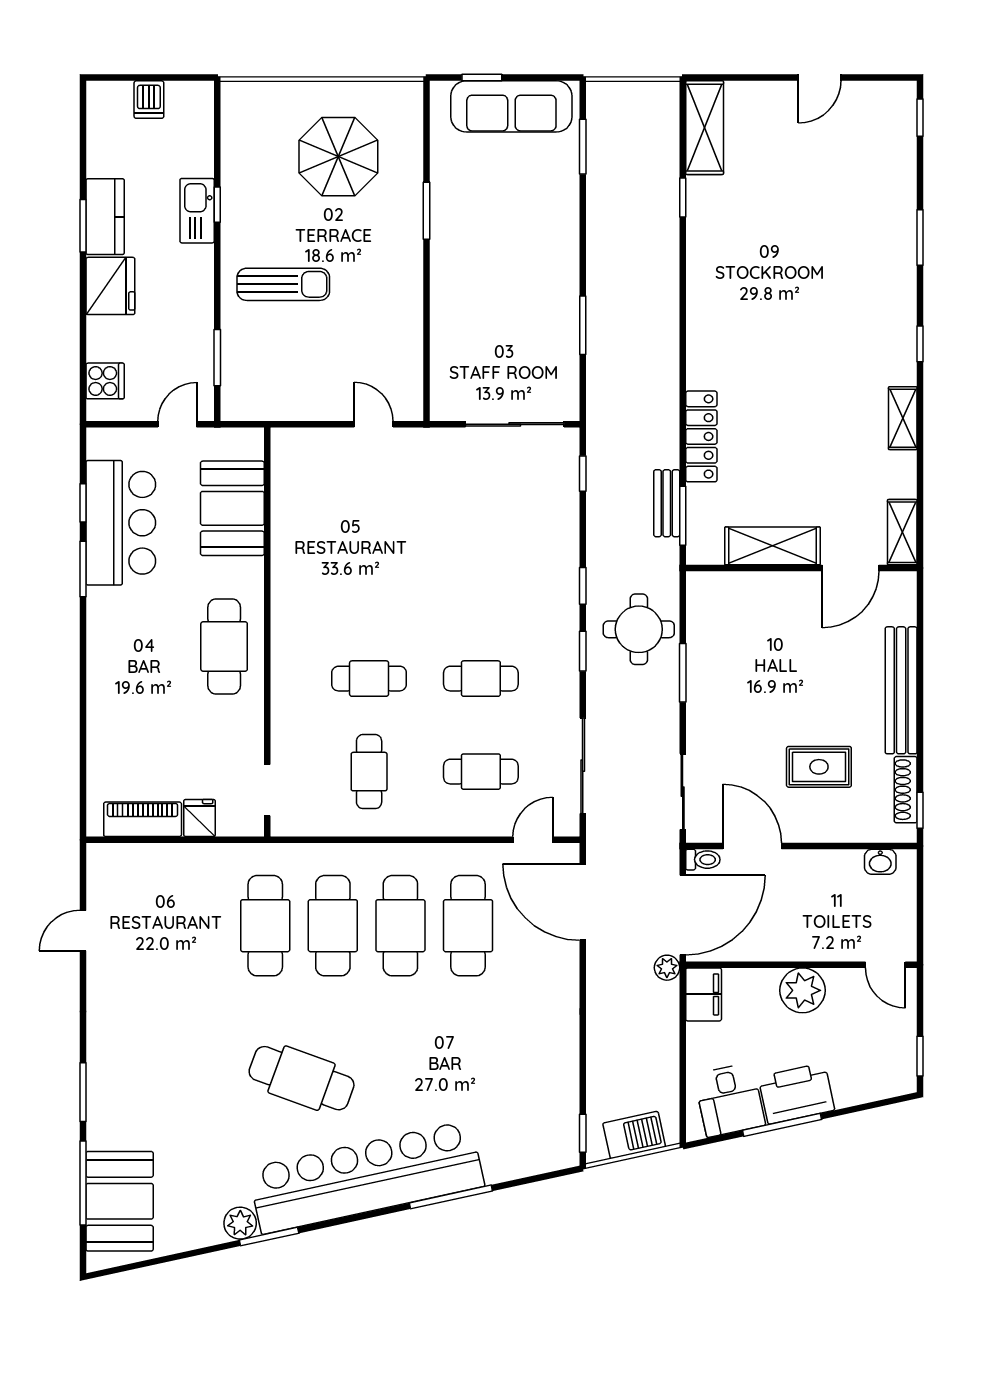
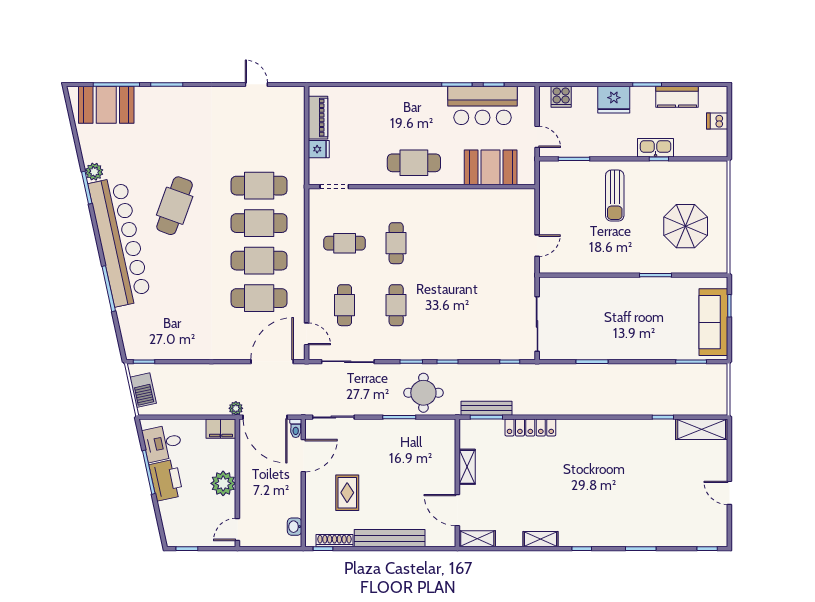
kitchen counter: (105, 217) -> (677, 97), moved
bench: (667, 503) -> (487, 408), width x1.36
shelving: (772, 546) -> (467, 467), width x0.67, depth x0.75

